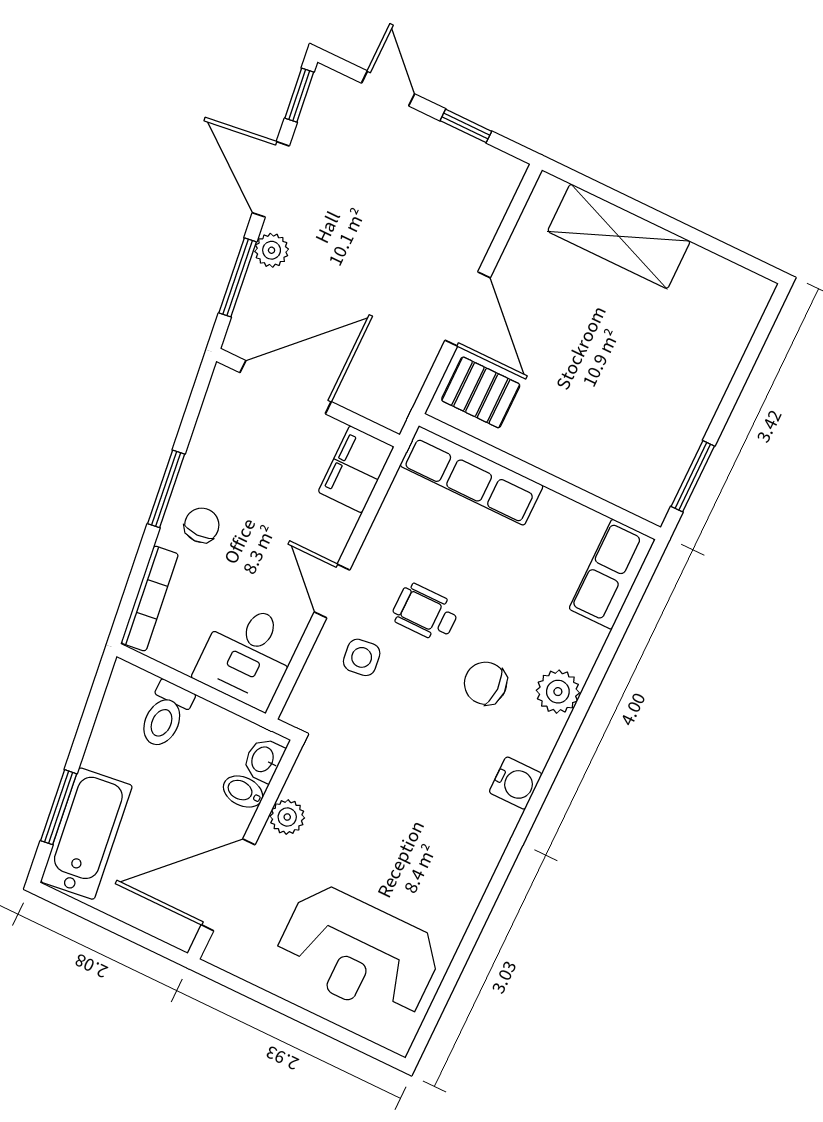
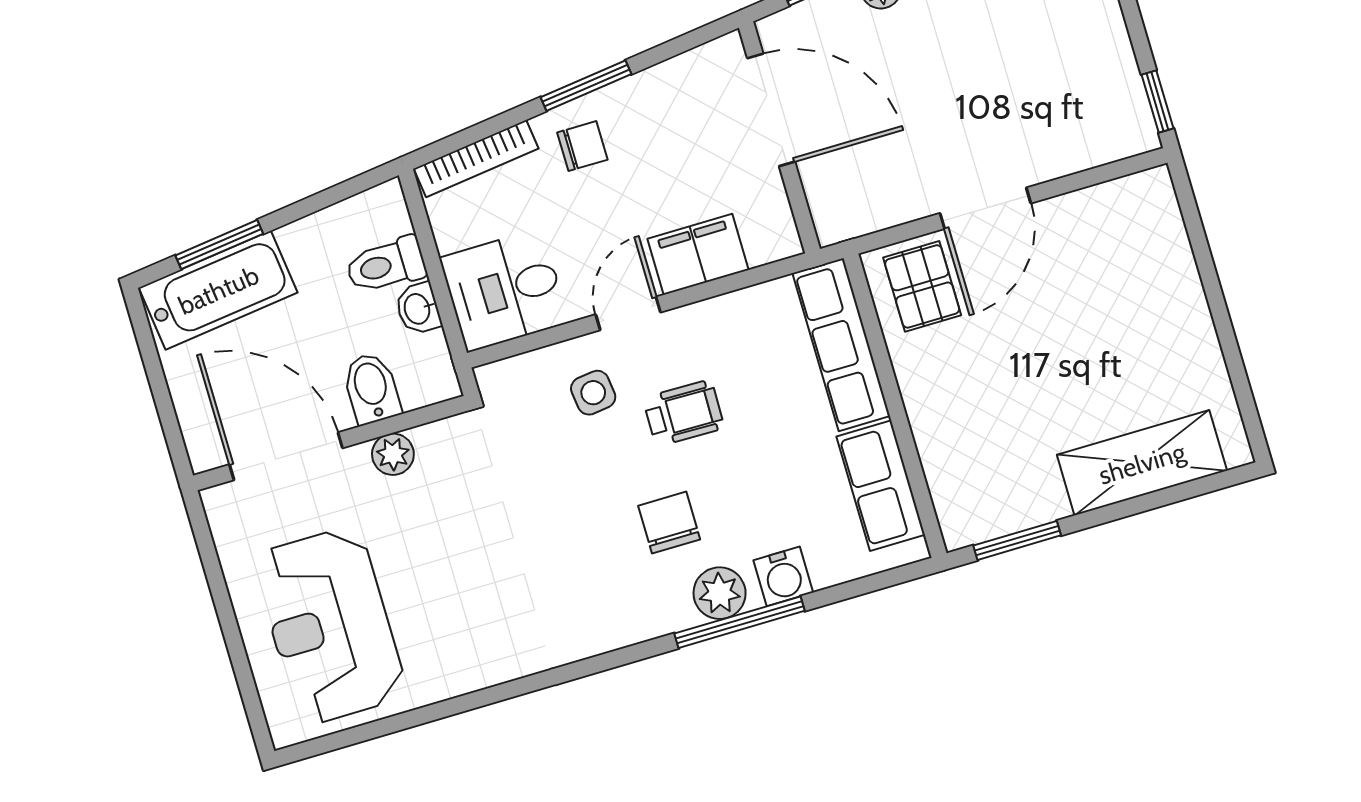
window: (466, 126) -> (1157, 101), moved
shelving: (619, 236) -> (1142, 463), moved, turned 90
filing cabinet: (356, 469) -> (698, 254), moved
row of seats: (612, 574) -> (881, 486), moved, turned -90
wheelchair: (425, 612) -> (684, 413), turned 91
window: (587, 695) -> (740, 622), added
washbasin: (263, 760) -> (418, 309), moved, turned -90
water cooler: (516, 783) -> (783, 576), moved
bidet: (243, 791) -> (372, 388), width x1.38, depth x1.36

